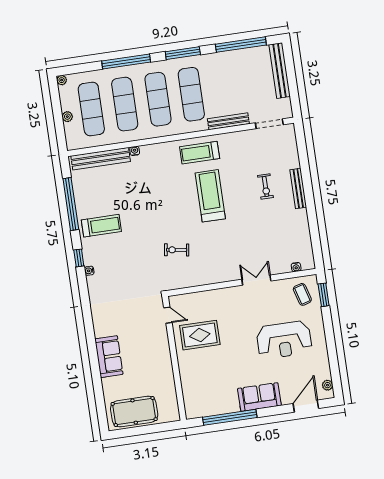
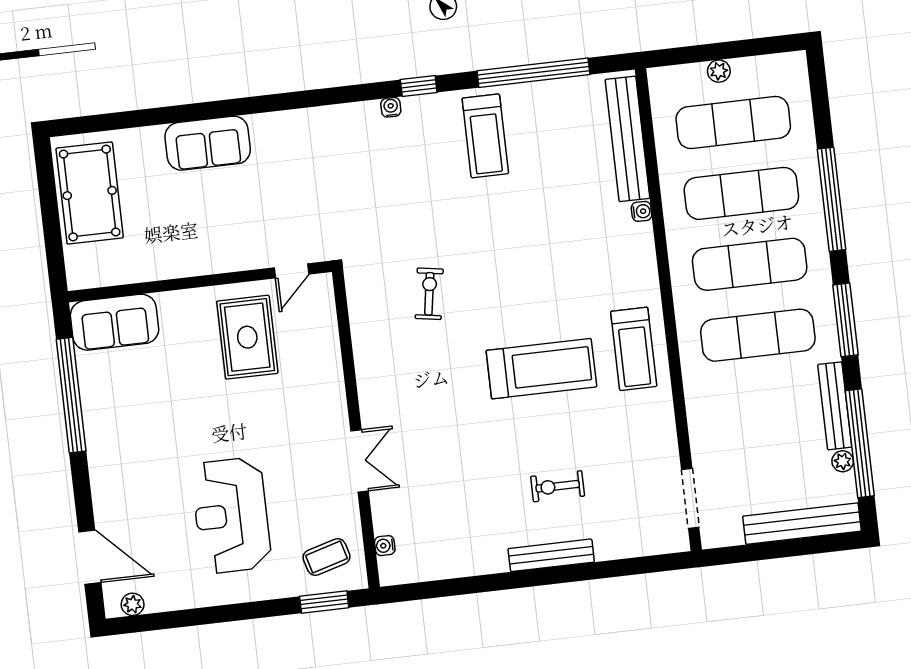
plant: (62, 80) -> (843, 461), moved
bench: (228, 121) -> (835, 406), moved
treadmill: (200, 153) -> (634, 349), turned 180
sofa: (259, 397) -> (115, 322), moved, turned 90

